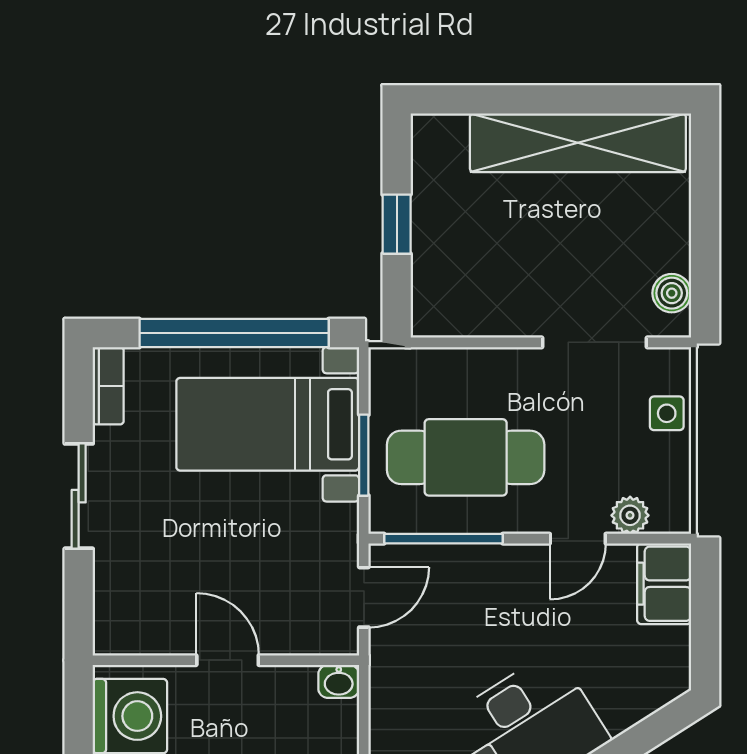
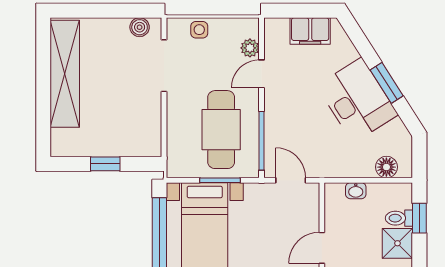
door: (578, 539) -> (262, 74), swing flipped
filing cabinet: (664, 584) -> (310, 31), moved
washbasin: (339, 681) -> (356, 191), moved, turned 90

